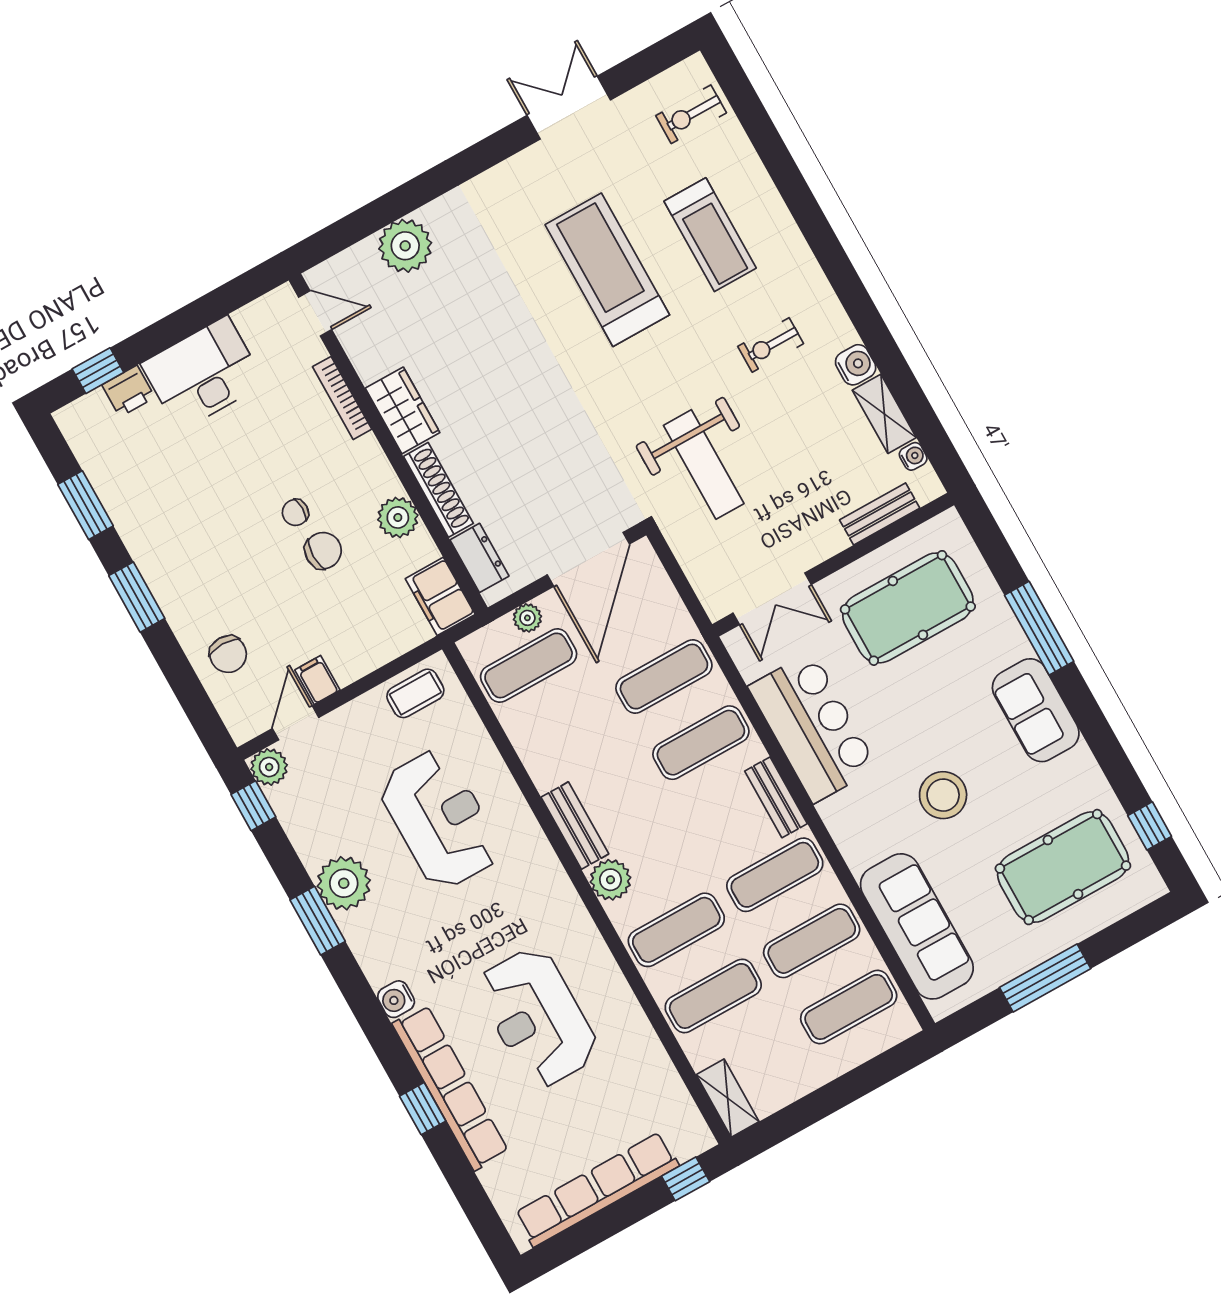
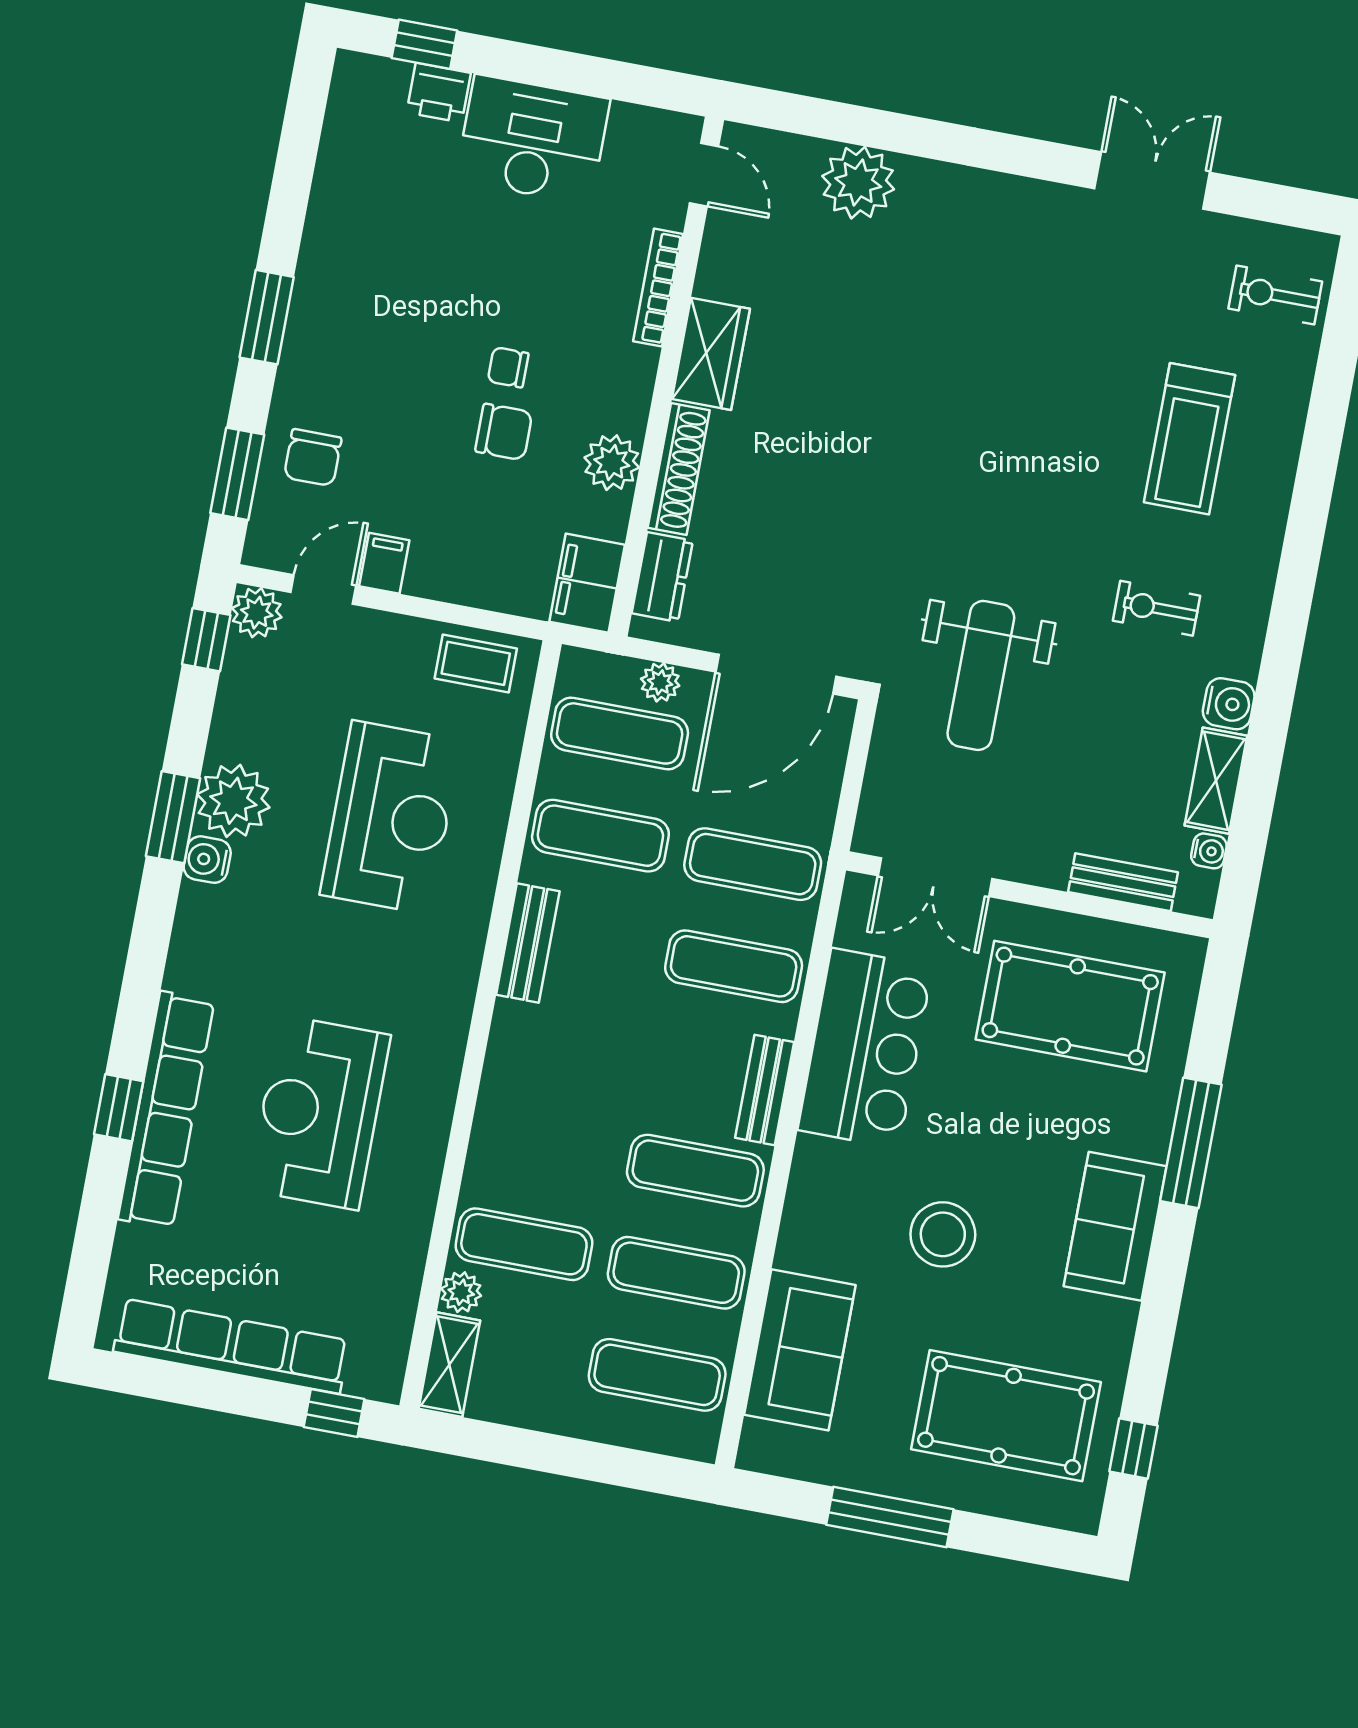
treadmill: (607, 270) -> (1050, 385), removed
window: (85, 505) -> (237, 474), moved
plant: (610, 880) -> (461, 1292), moved, width x0.73, depth x0.73
sofa: (917, 926) -> (800, 1350), width x0.73
exercise mat: (676, 930) -> (600, 836), moved
water cooler: (396, 999) -> (207, 860), moved

